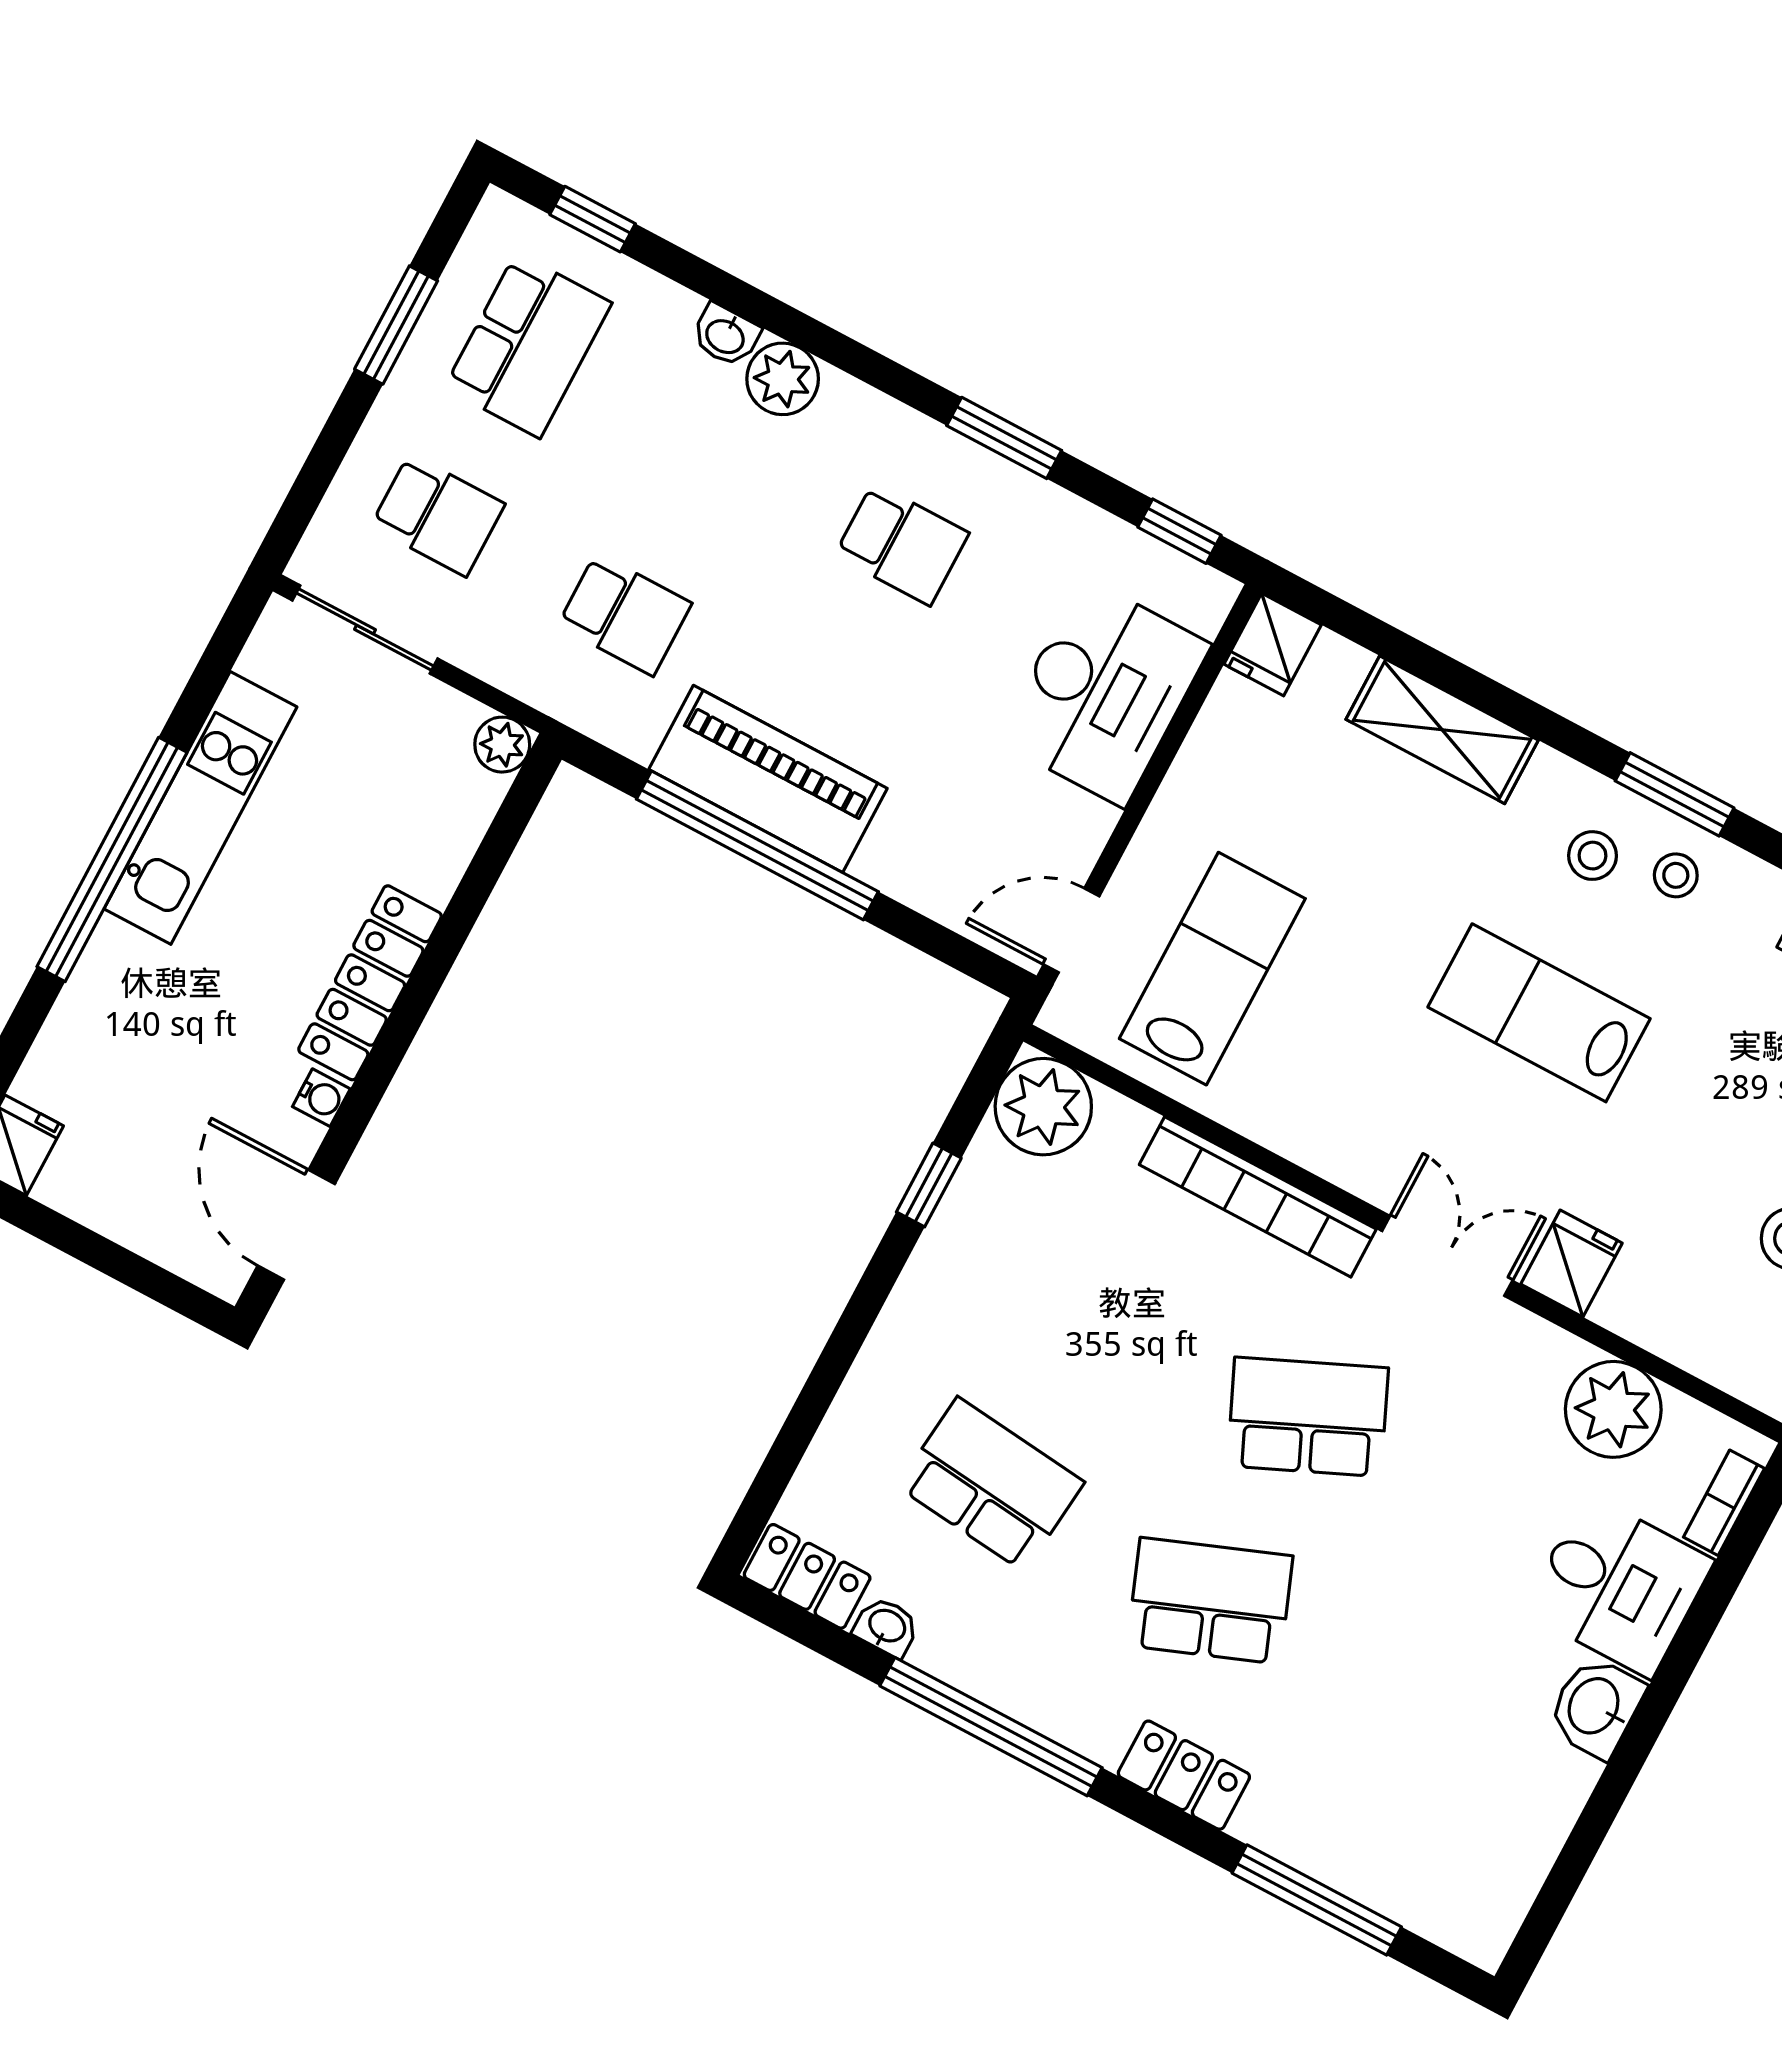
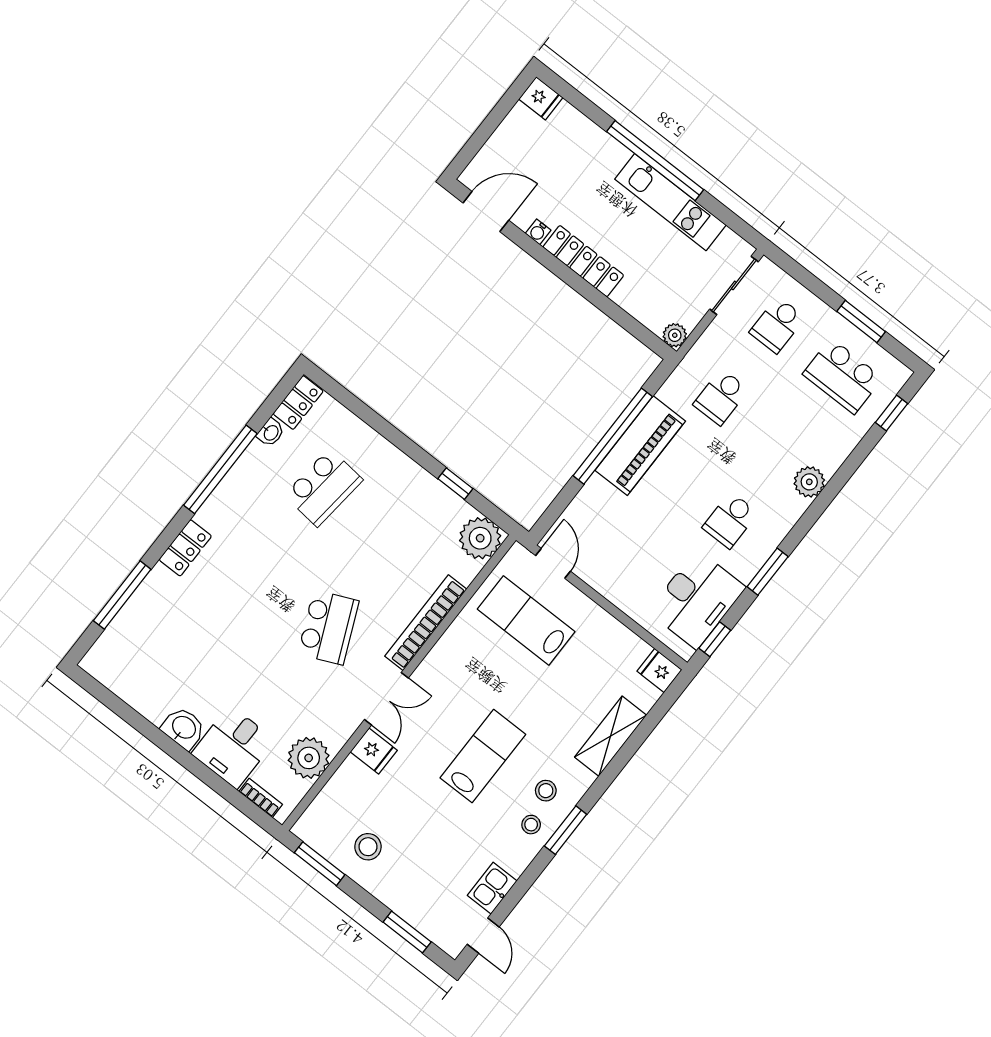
washbasin: (726, 335) -> (832, 461), removed
desk: (1104, 692) -> (697, 599), moved, turned -90
lab bench: (1212, 969) -> (526, 620), turned 180
school desk: (1210, 1601) -> (257, 572), removed

